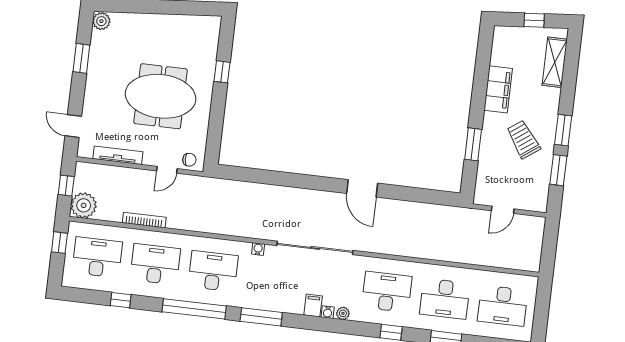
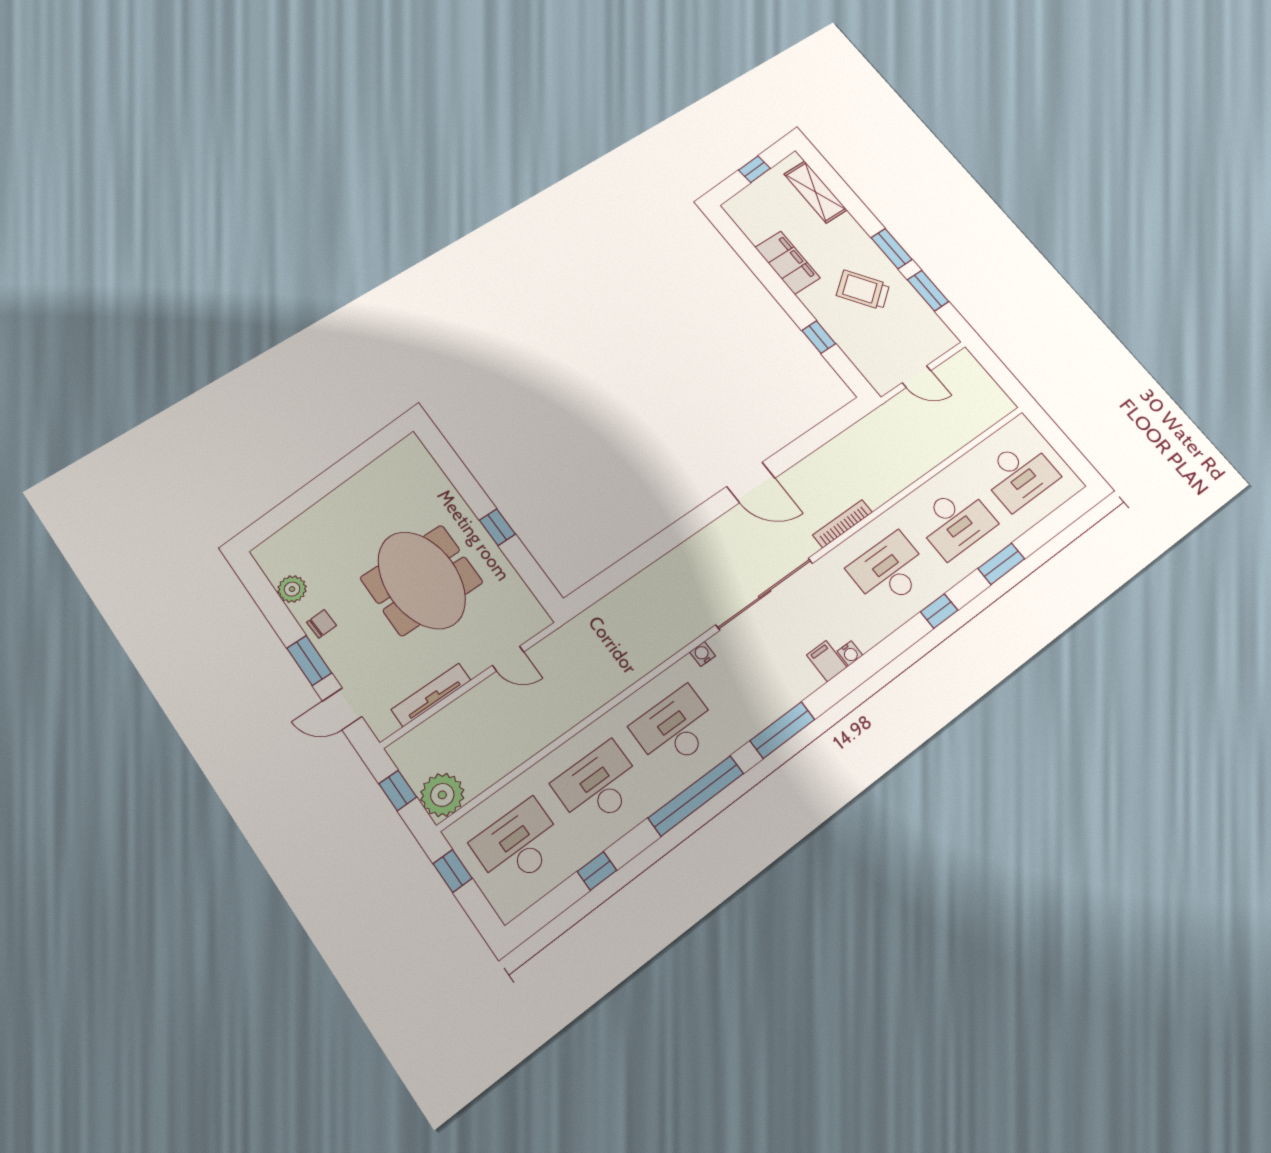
plant: (101, 21) -> (292, 589), moved
window: (81, 58) -> (309, 661), moved
window: (222, 72) -> (497, 527), moved
meeting table: (161, 96) -> (422, 580), turned 90
window: (473, 144) -> (819, 337), width x0.67
chair: (189, 160) -> (322, 624), moved
door: (167, 170) -> (508, 659), hinge flipped
door: (503, 210) -> (916, 377), hinge flipped
bookcase: (144, 220) -> (843, 524), moved
plant: (343, 313) -> (868, 639), removed

